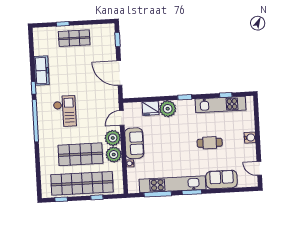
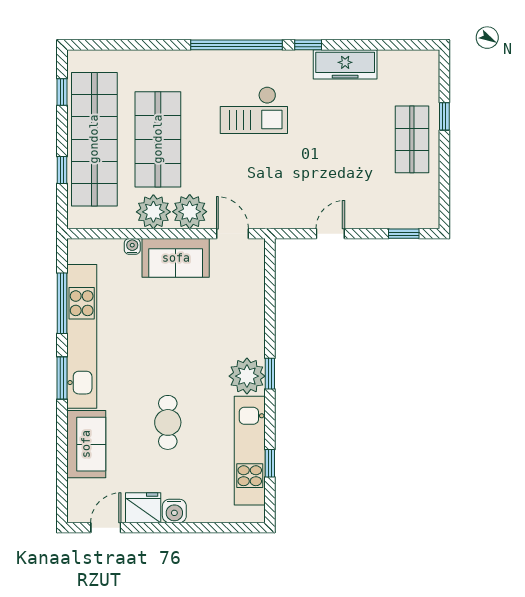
door: (119, 73) -> (330, 234), width x0.53
fridge: (150, 108) -> (143, 508), moved, turned 90
plant: (168, 109) -> (247, 376), moved

